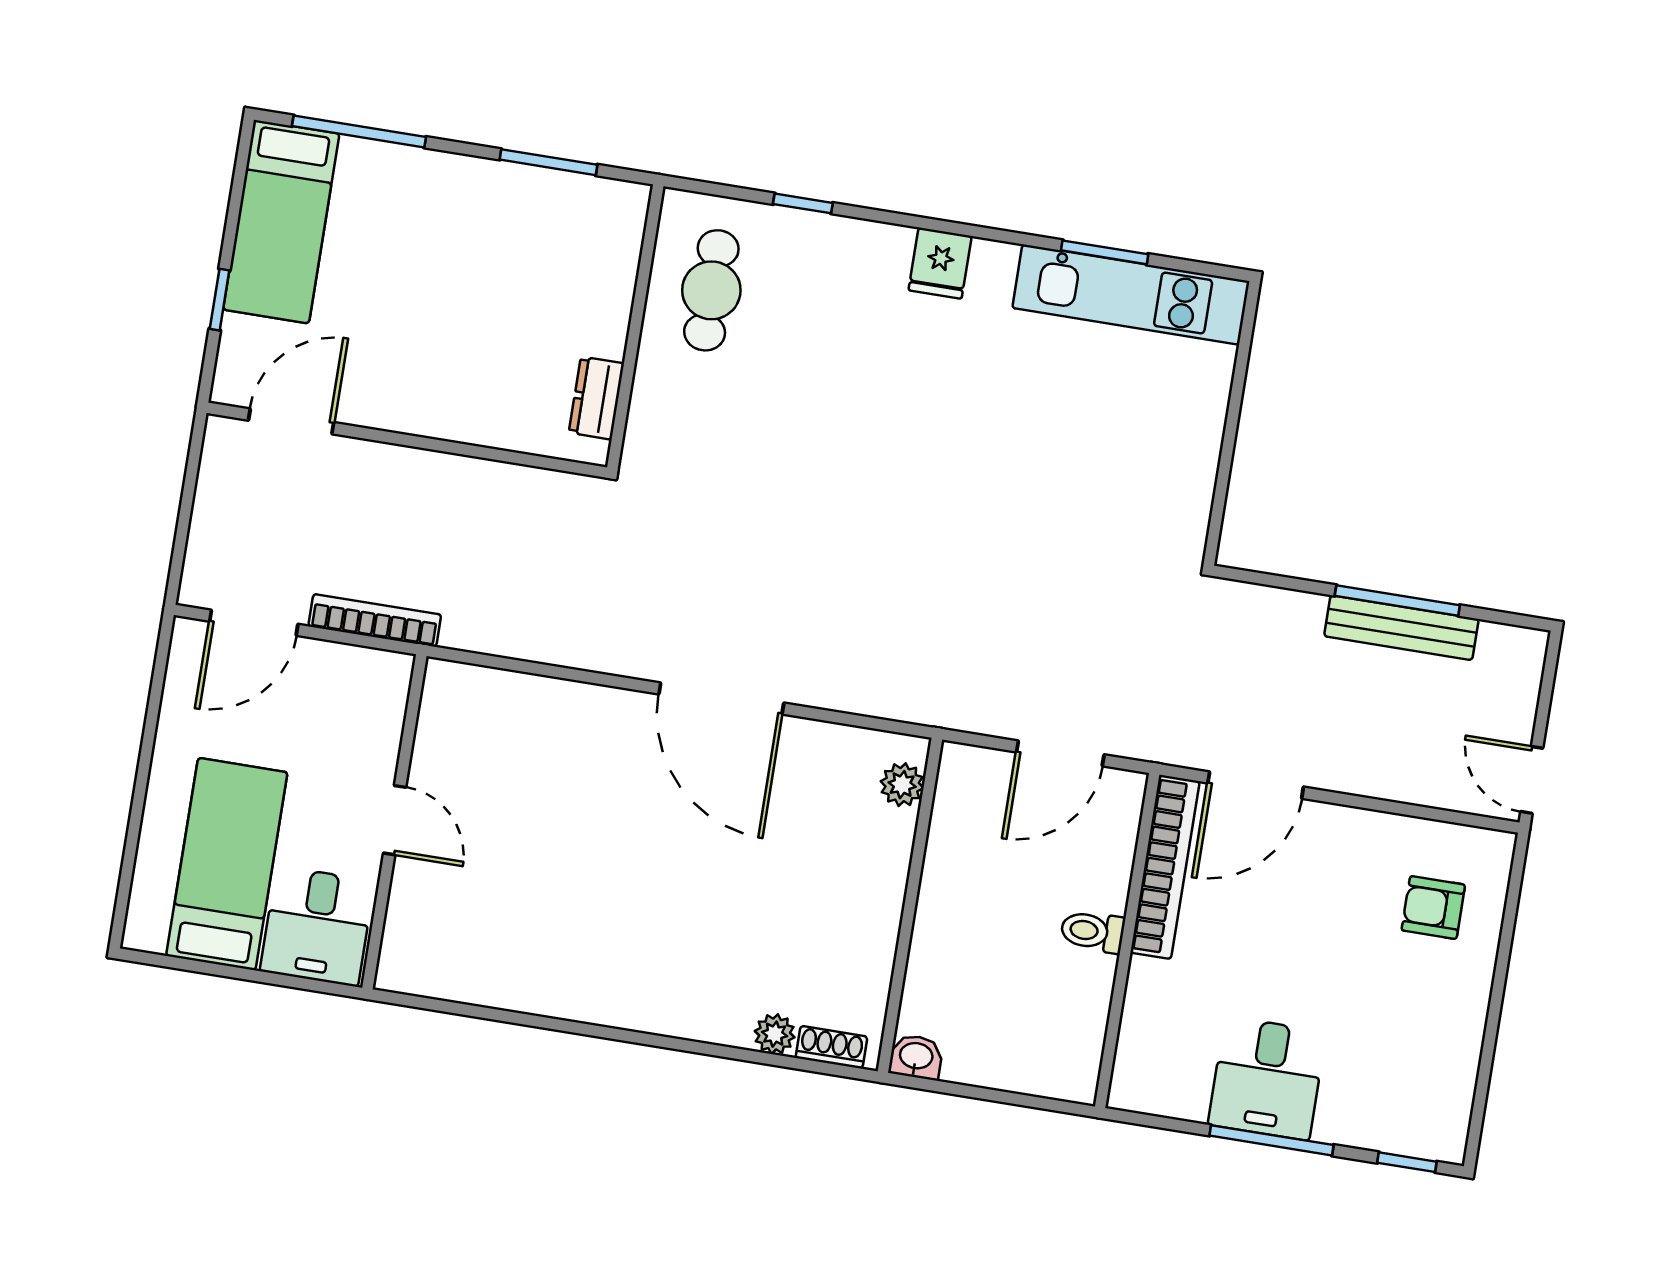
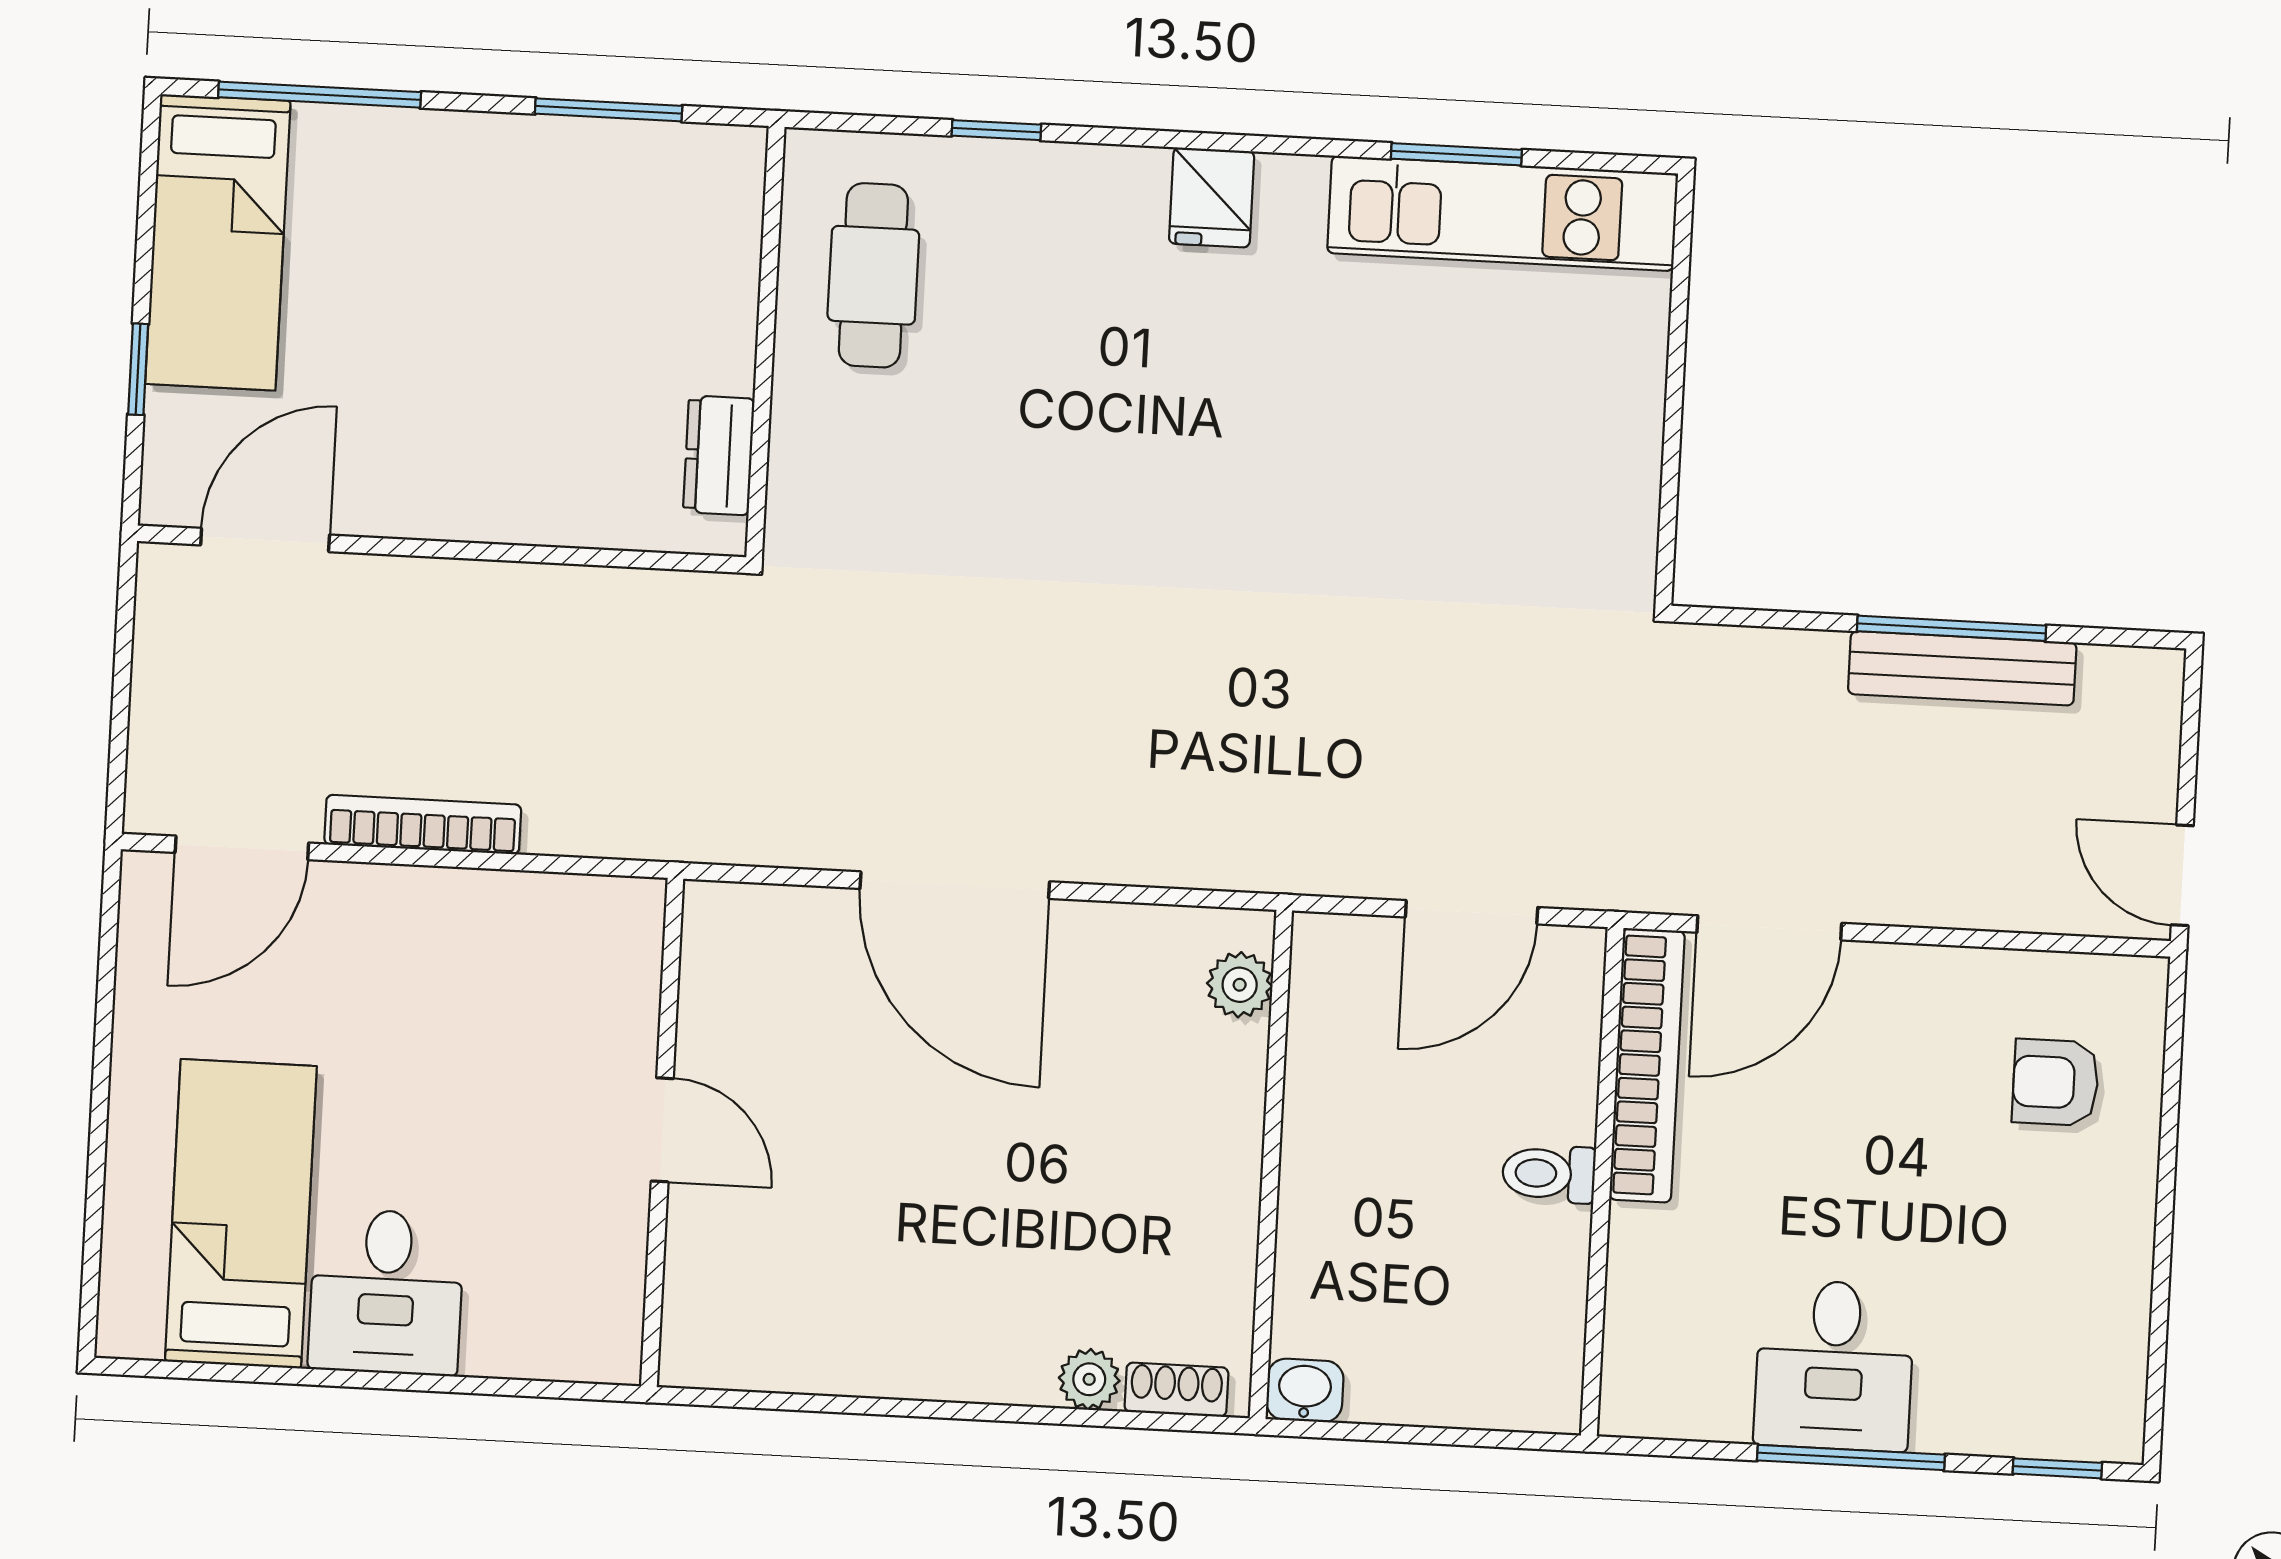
door: (395, 820) -> (662, 1130), moved
wall: (394, 822) -> (662, 1133), moved

